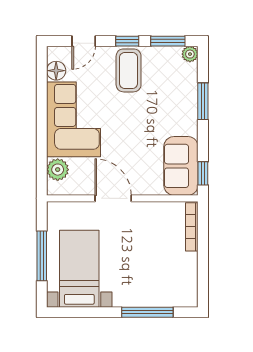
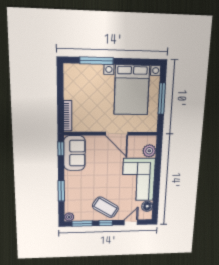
coffee table: (129, 70) -> (105, 207), turned -58
bed with nightstands: (79, 269) -> (132, 90), width x1.36

